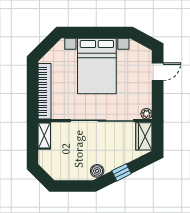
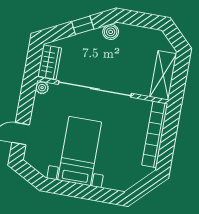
bed with nightstands: (97, 66) -> (80, 151), width x0.73
shelving: (44, 136) -> (163, 75), width x1.50, depth x1.33

